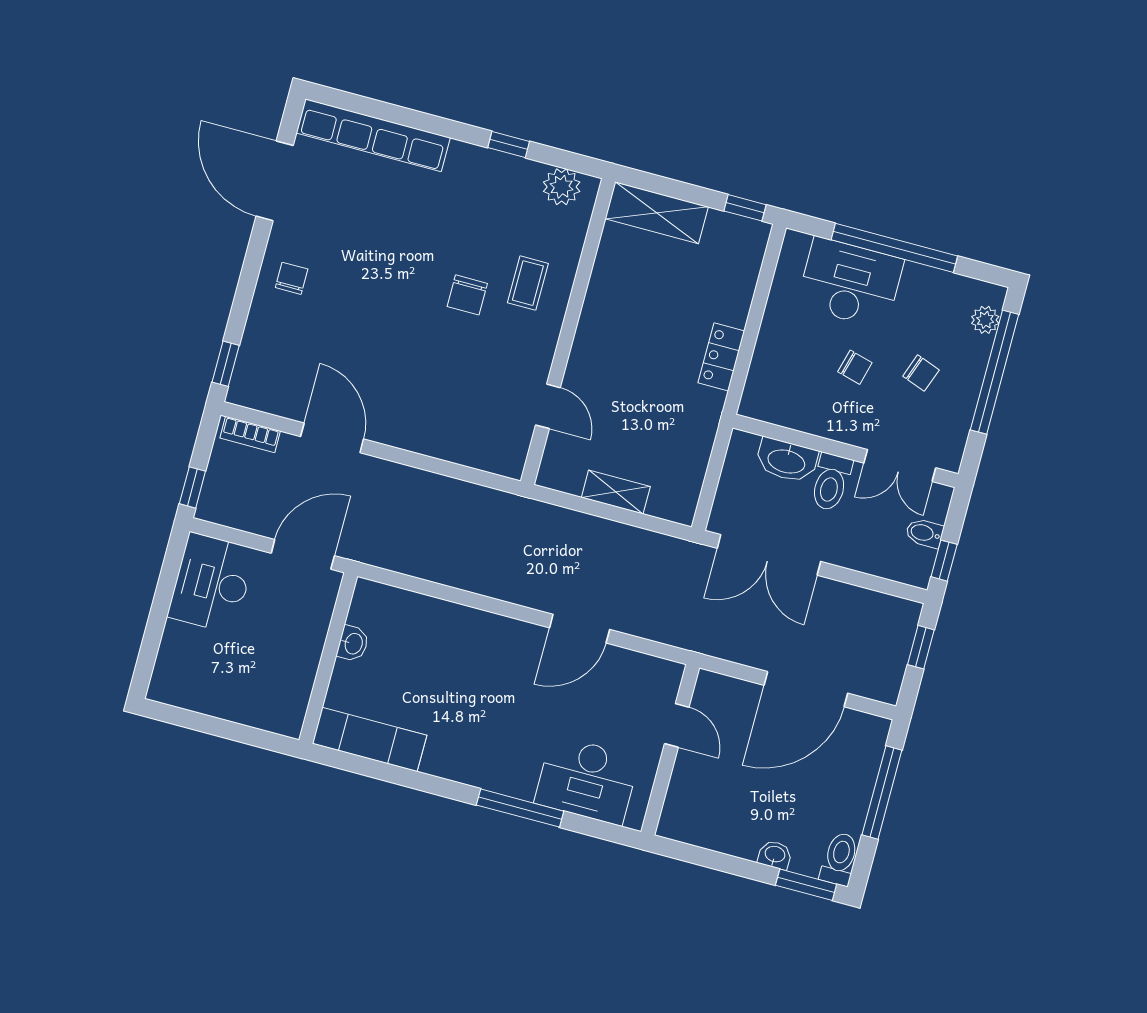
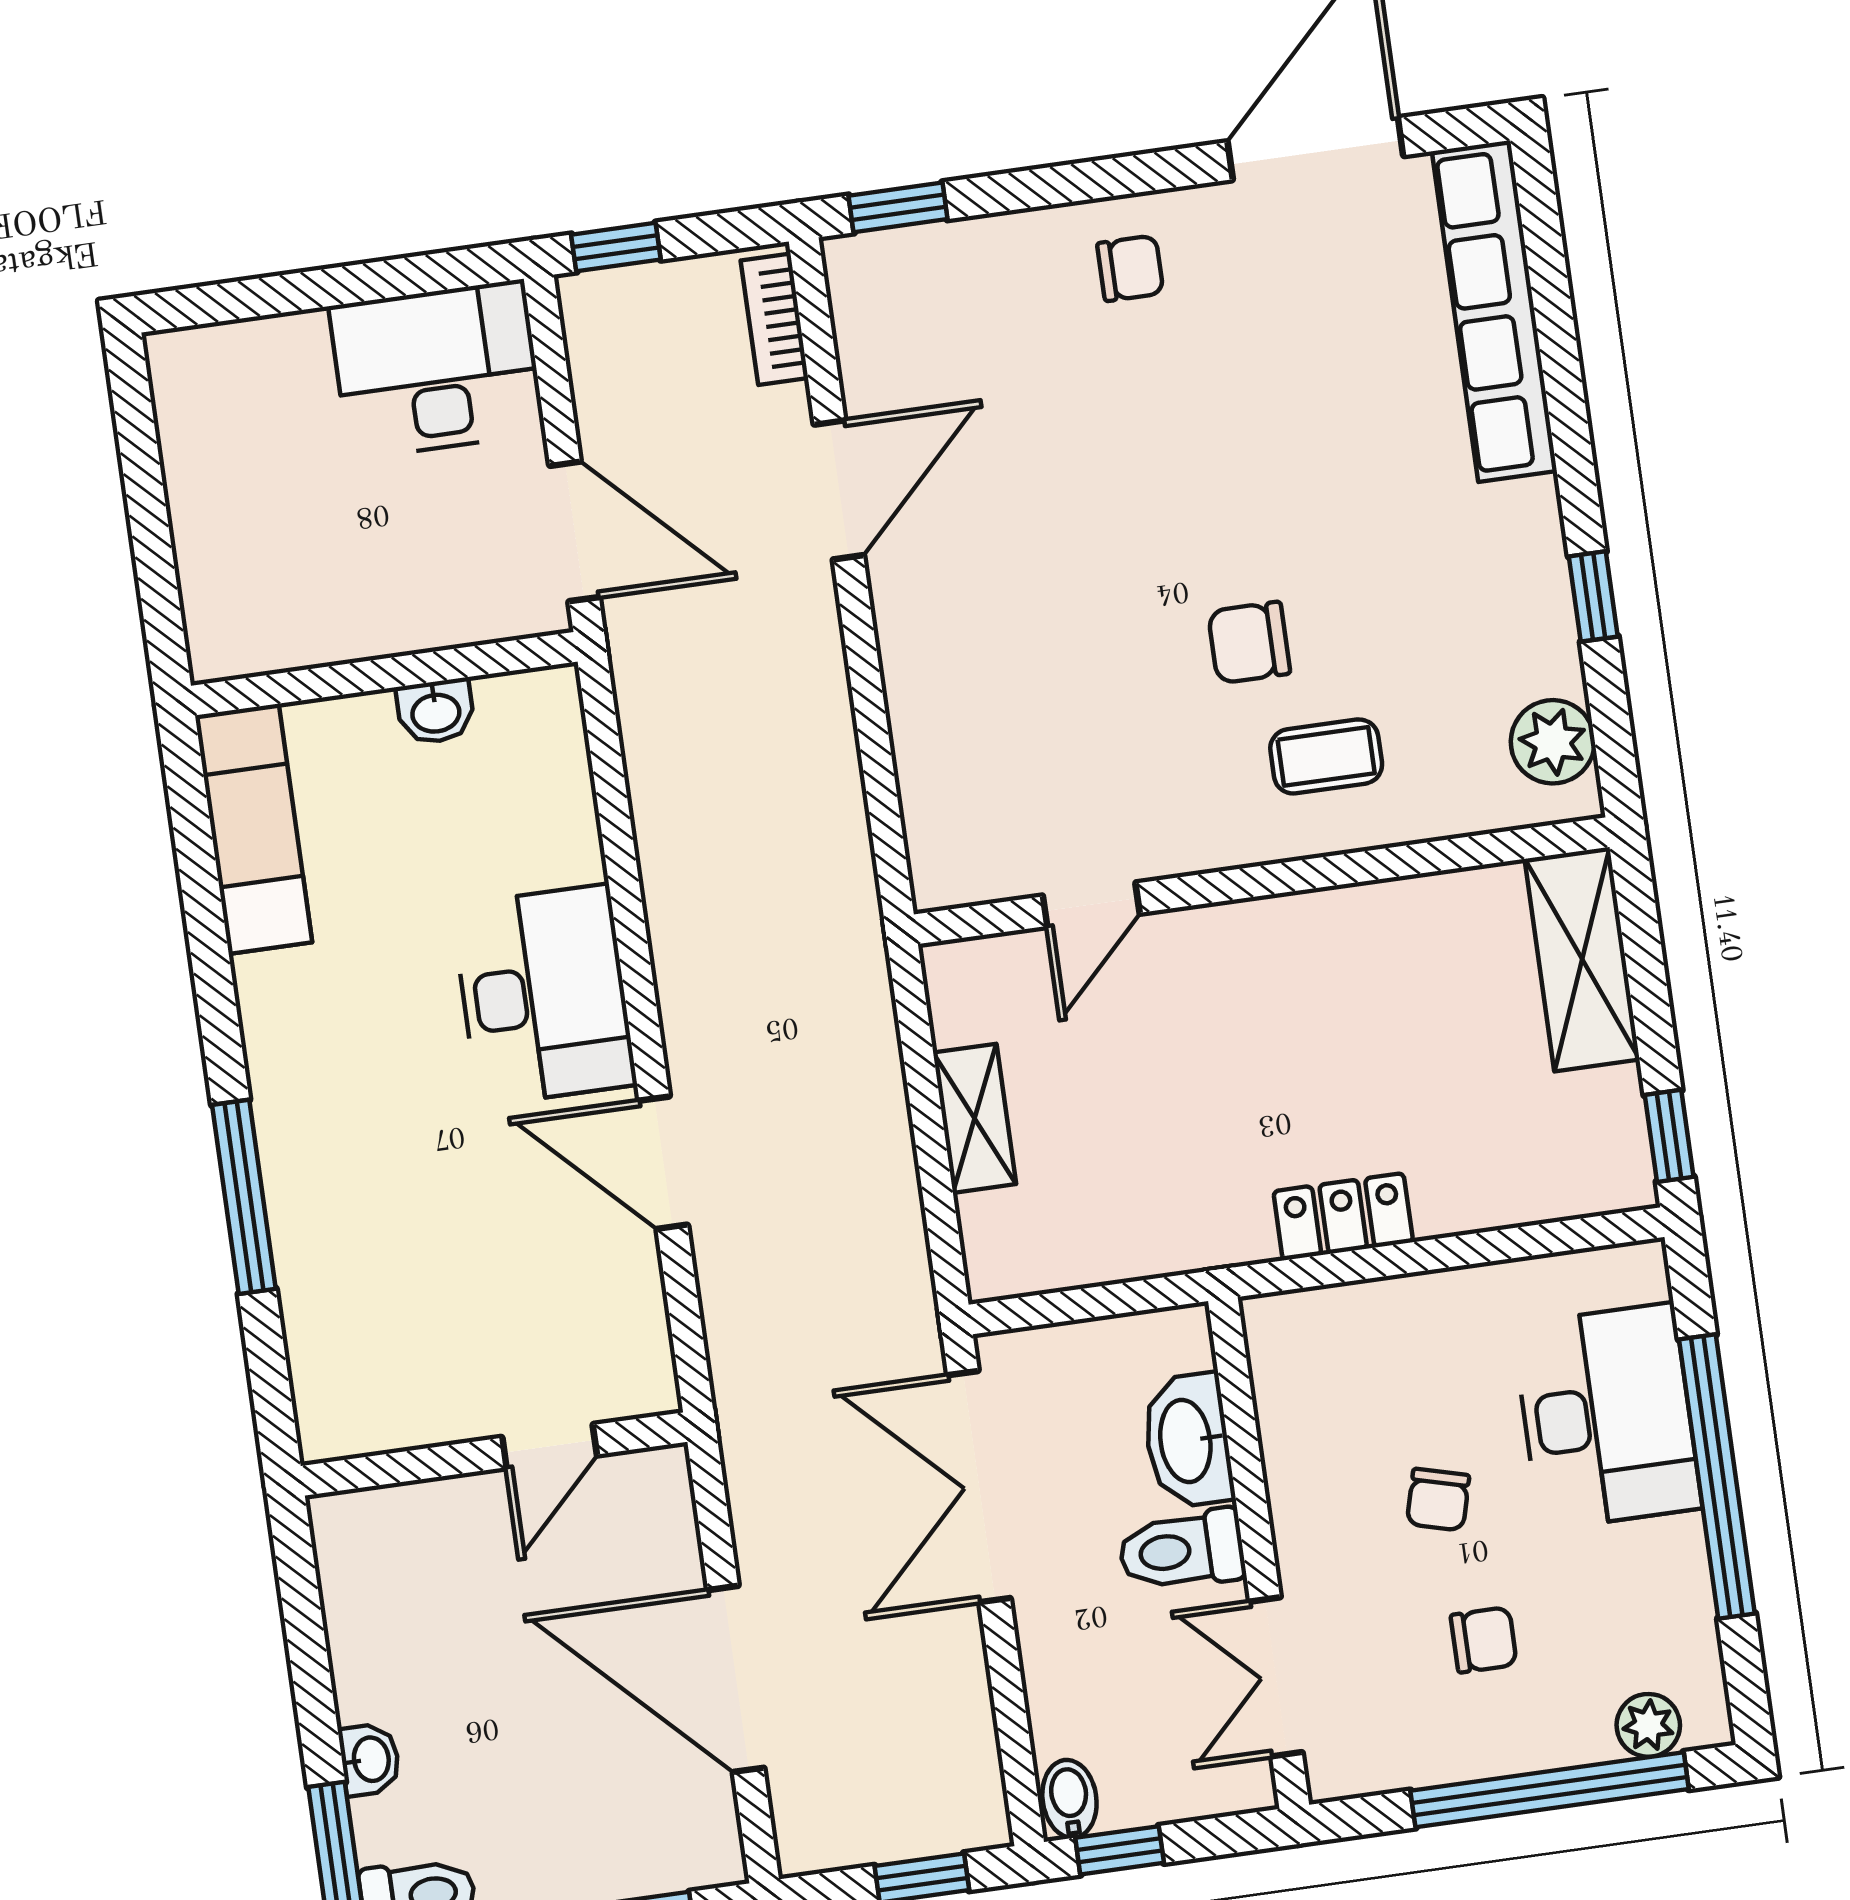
chair: (921, 373) -> (1484, 1640), turned -110
bidet: (925, 533) -> (1069, 1799), moved
desk: (587, 780) -> (544, 995), moved, turned 180

